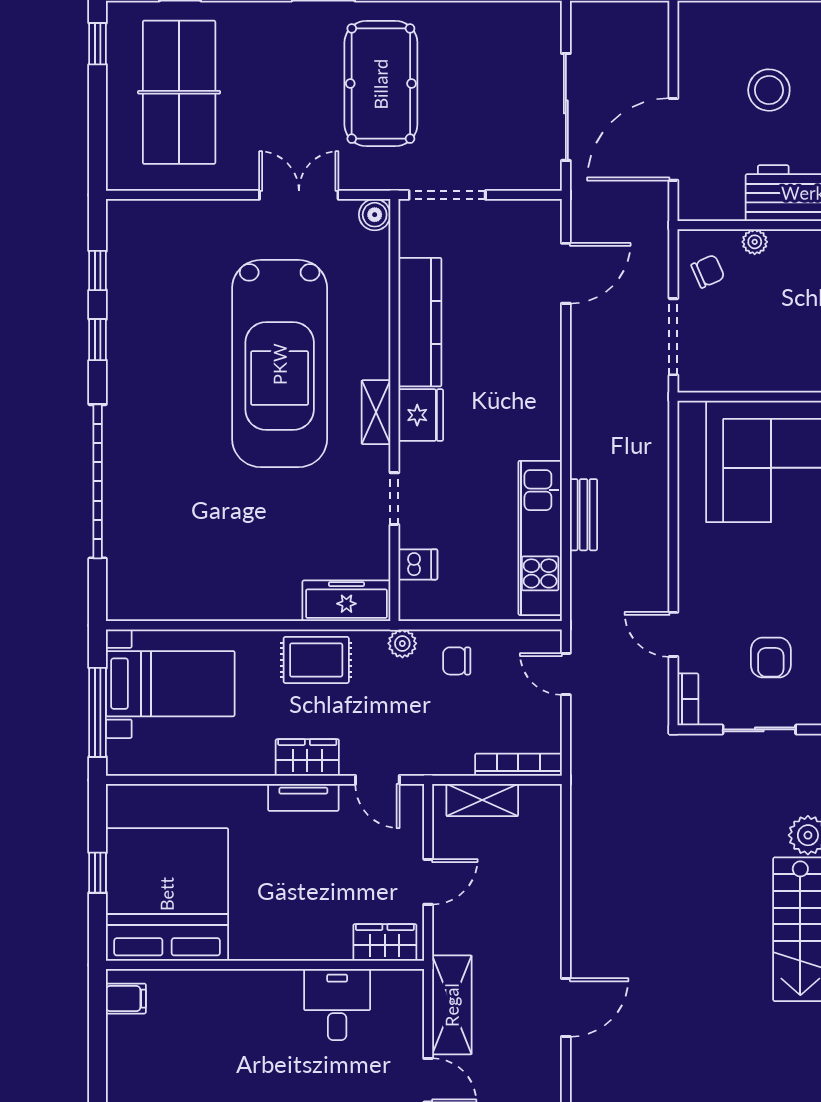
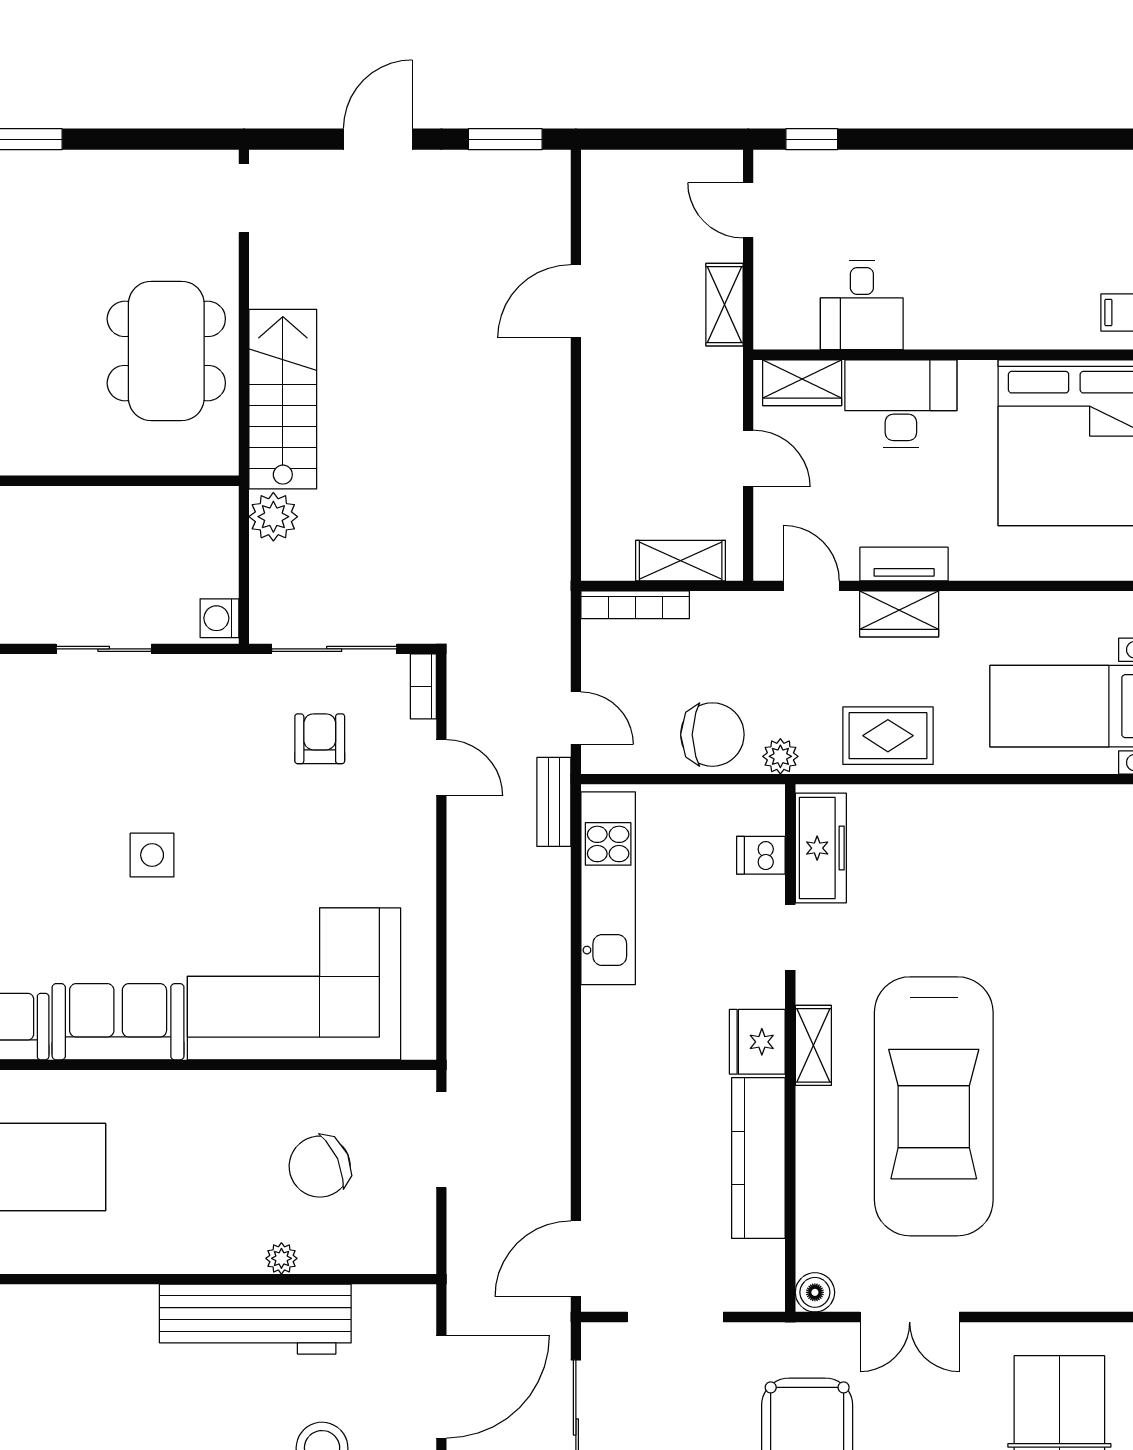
doorway: (447, 195) -> (675, 1317), moved
plant: (755, 242) -> (281, 1258), moved
chair: (708, 271) -> (320, 1167), moved, width x1.87, depth x1.87
door: (566, 273) -> (576, 1259), moved
car: (280, 364) -> (934, 1106), turned 180
bench: (584, 515) -> (554, 802), moved
freezer: (346, 601) -> (821, 848), moved, turned -90
chair: (457, 661) -> (712, 735), width x1.87, depth x1.87
sliding door: (759, 729) -> (334, 649), width x1.37
door: (428, 882) -> (748, 459), swing flipped
desk: (306, 926) -> (901, 404), added
shelving: (452, 1005) -> (725, 305), width x0.67, depth x0.75

